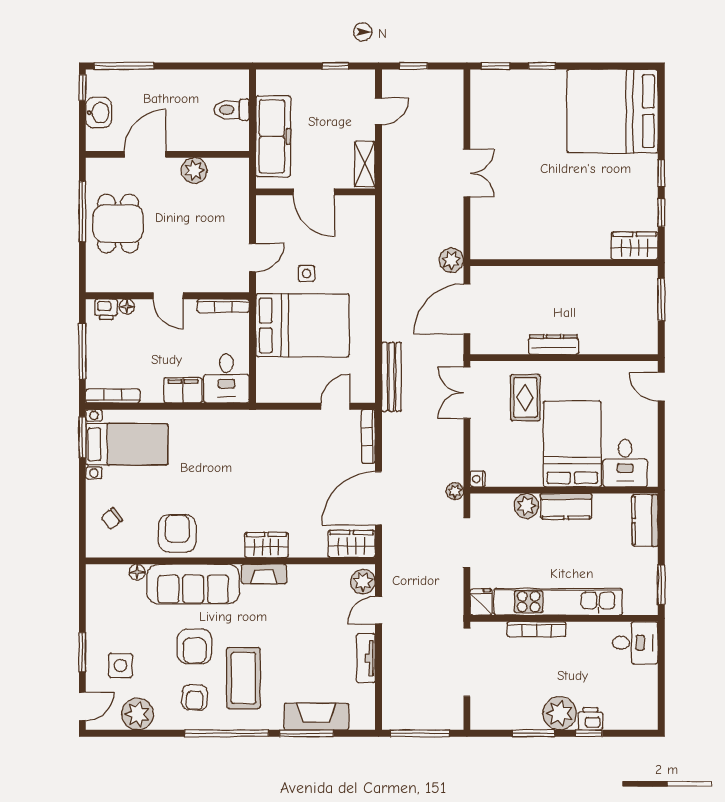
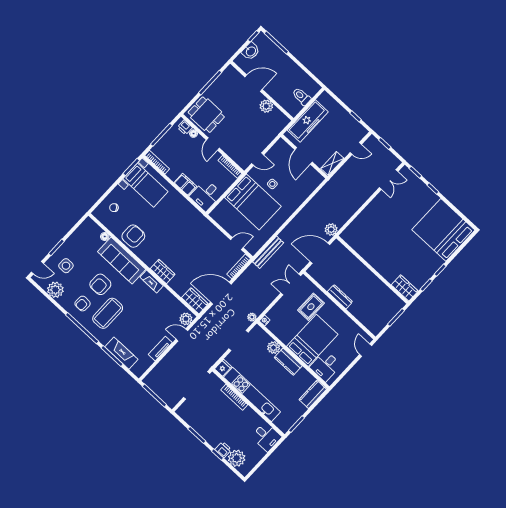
double door: (467, 173) -> (389, 179), moved
dining table: (118, 224) -> (206, 115), moved, turned 90
plant: (560, 713) -> (237, 458), moved

